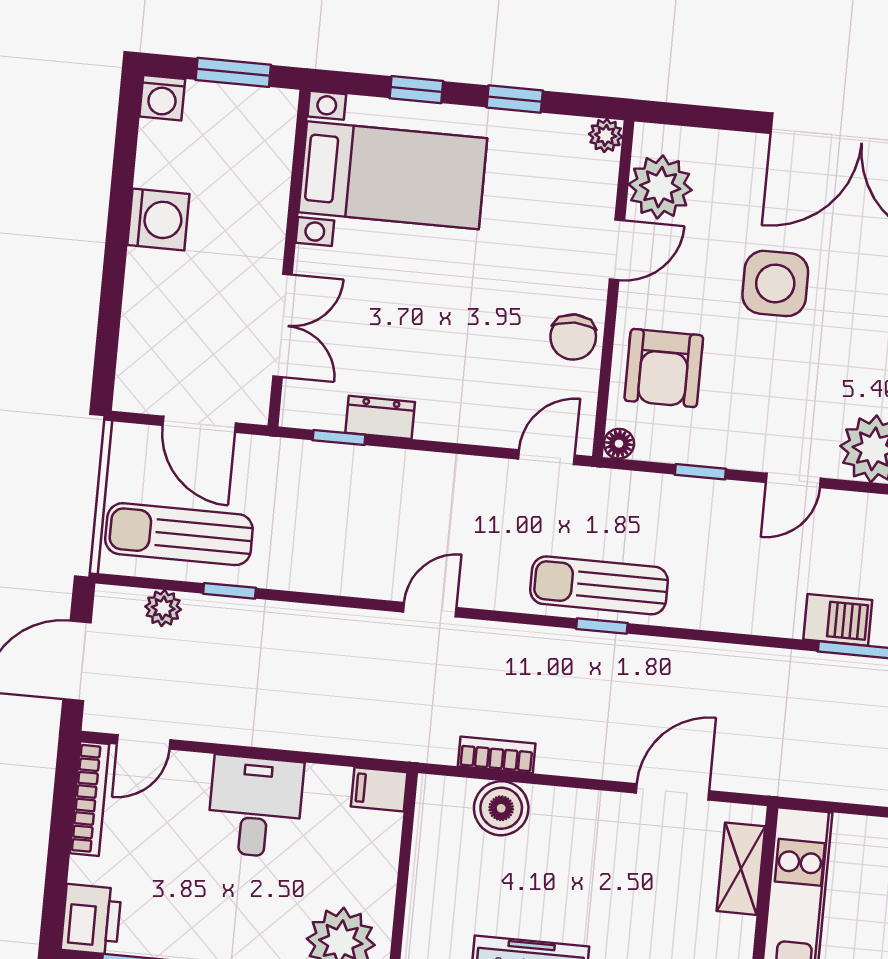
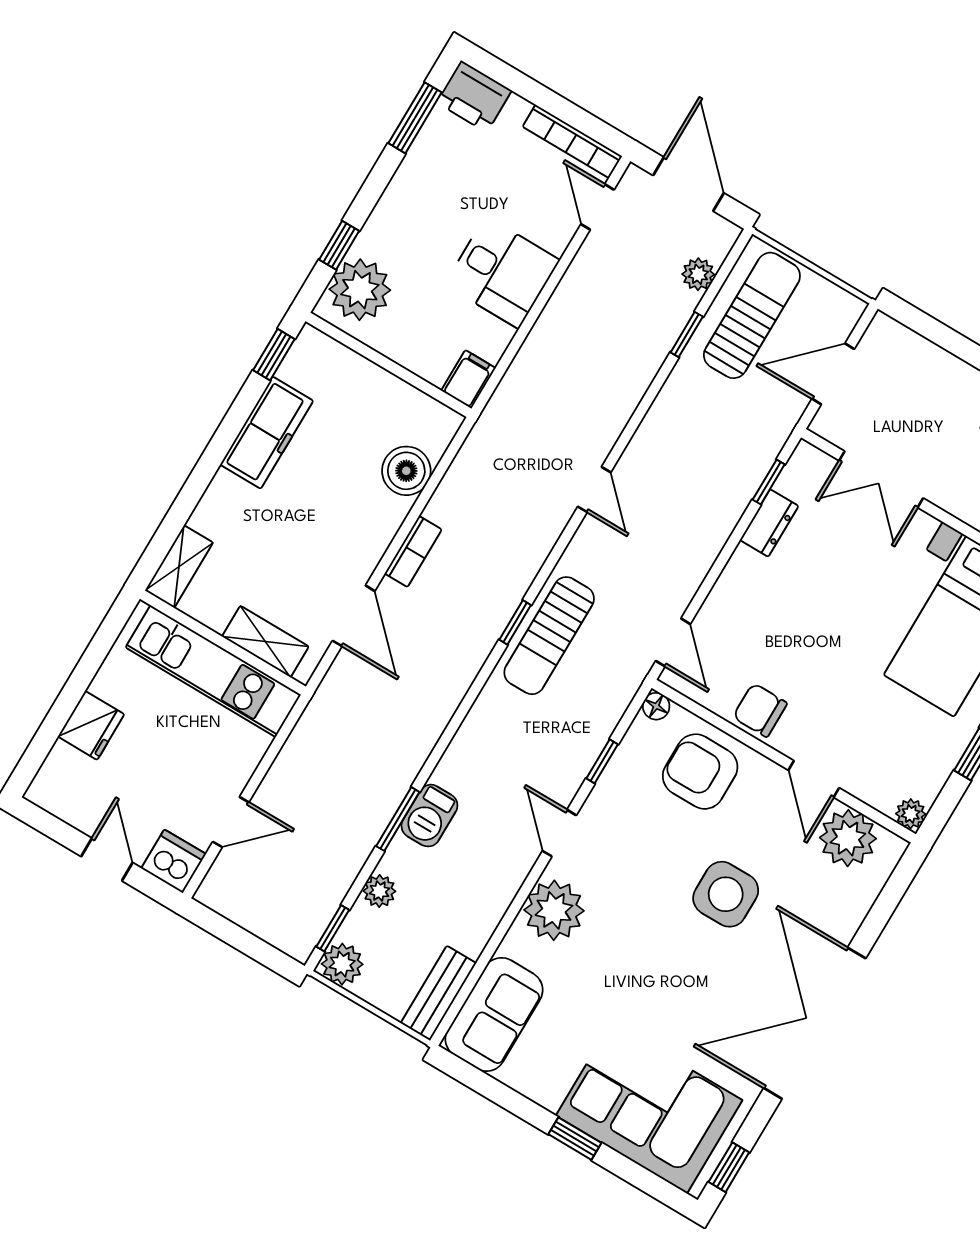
sun lounger: (599, 585) -> (549, 636), turned 180
bookcase: (497, 755) -> (413, 551), moved

